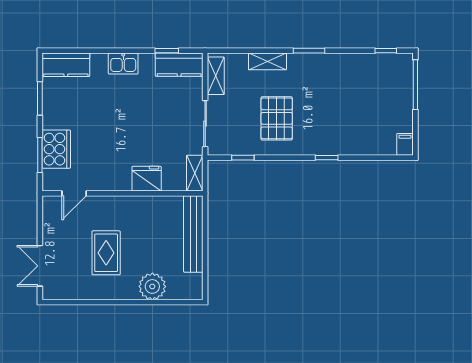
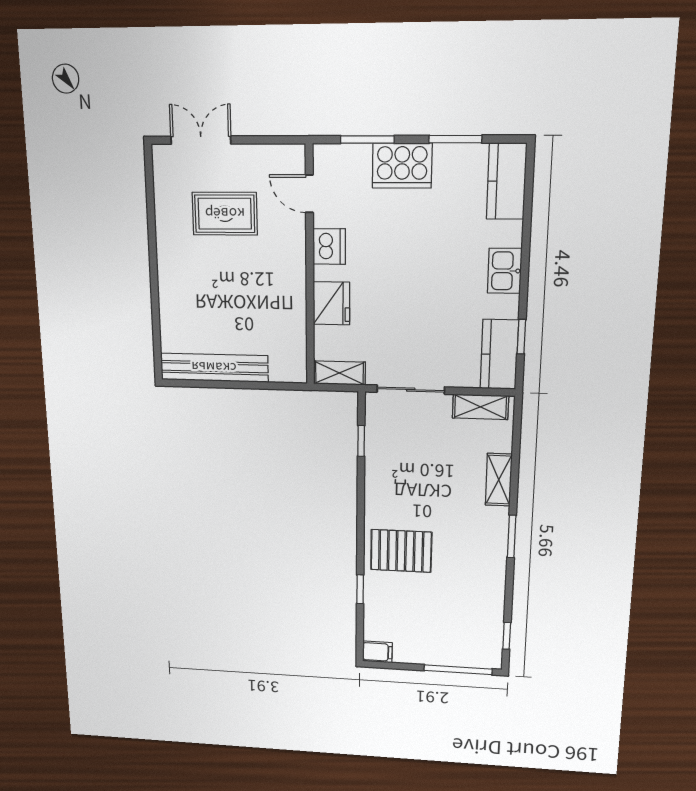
pallet: (277, 118) -> (401, 551), moved
cooker: (56, 149) -> (402, 166), moved
window: (327, 158) -> (360, 589), moved
dishwasher: (108, 180) -> (329, 246), added
bench: (193, 234) -> (214, 368), moved
rug: (106, 253) -> (225, 214), moved
plant: (152, 286) -> (177, 309), removed

